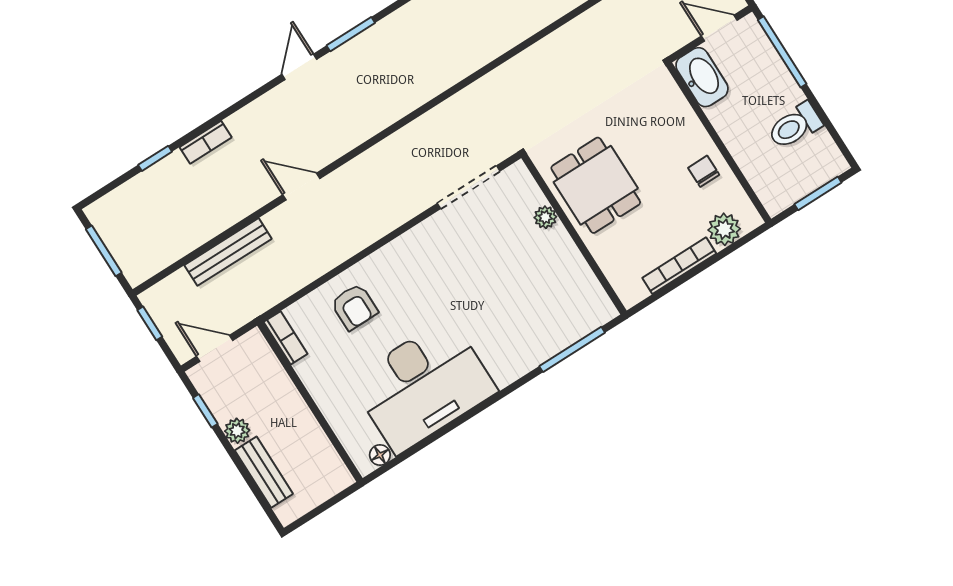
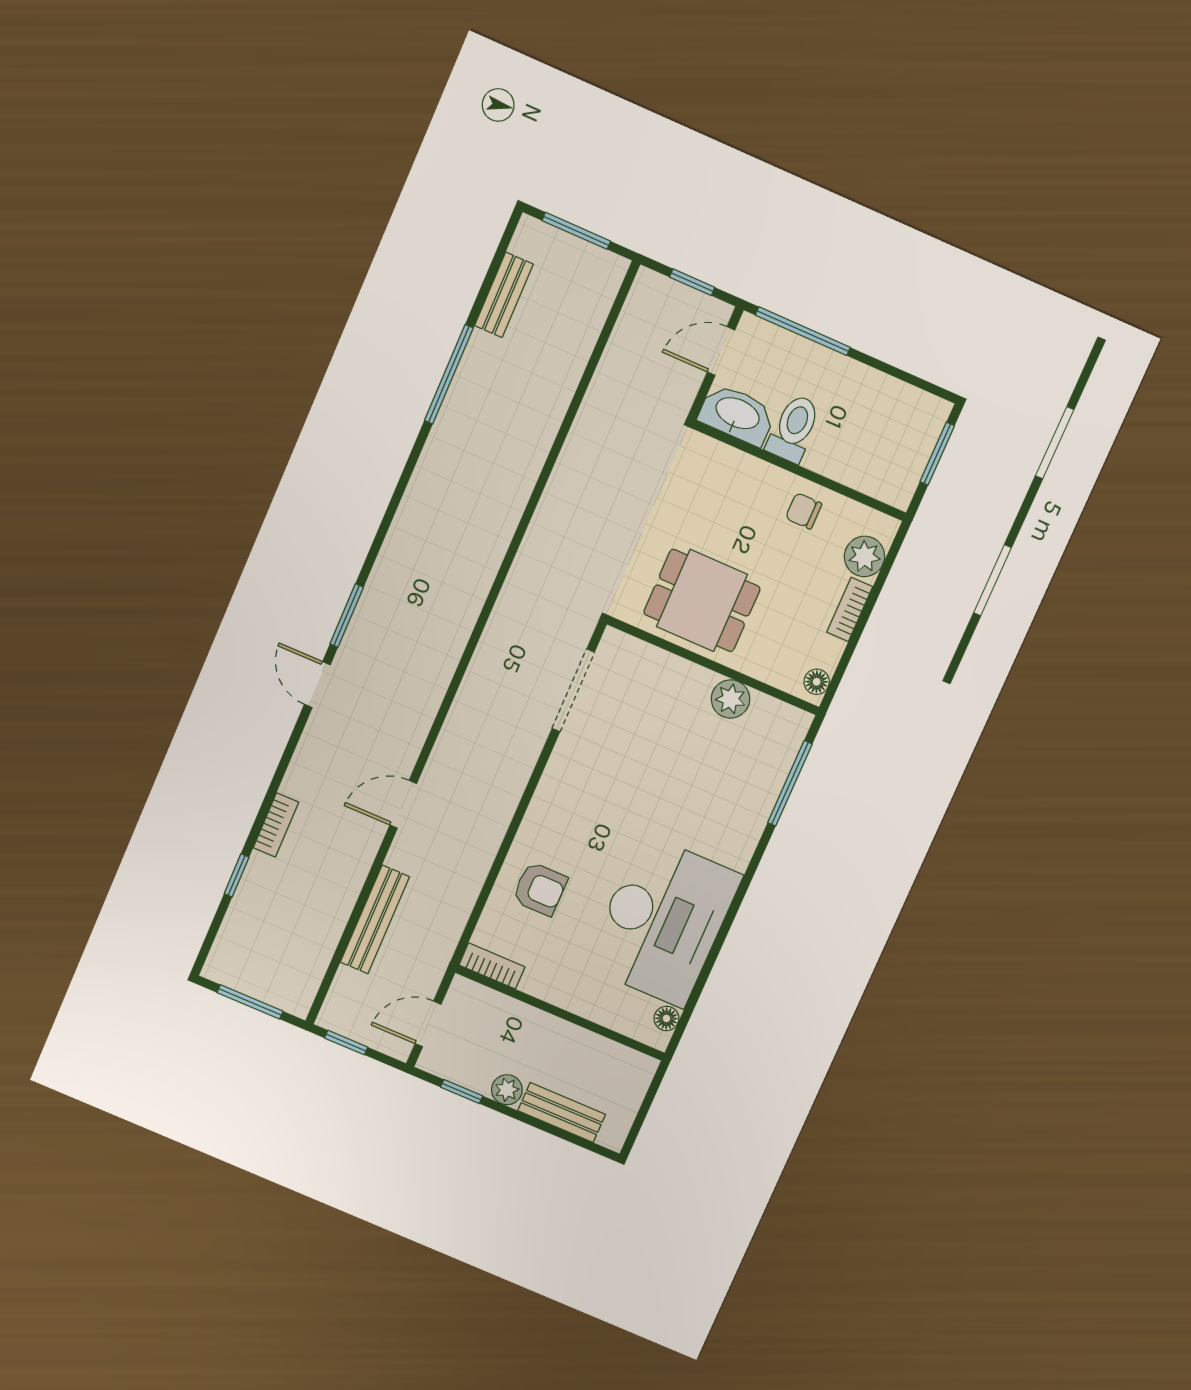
toilet: (795, 126) -> (794, 428), moved, turned 180
plant: (545, 217) -> (731, 699), moved, width x1.38, depth x1.38
bookcase: (679, 266) -> (850, 609), width x0.64
floor lamp: (636, 292) -> (817, 682), added

